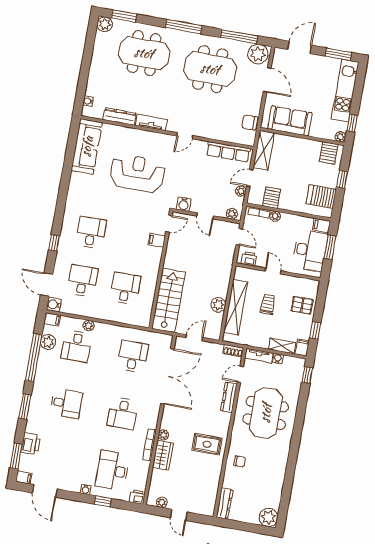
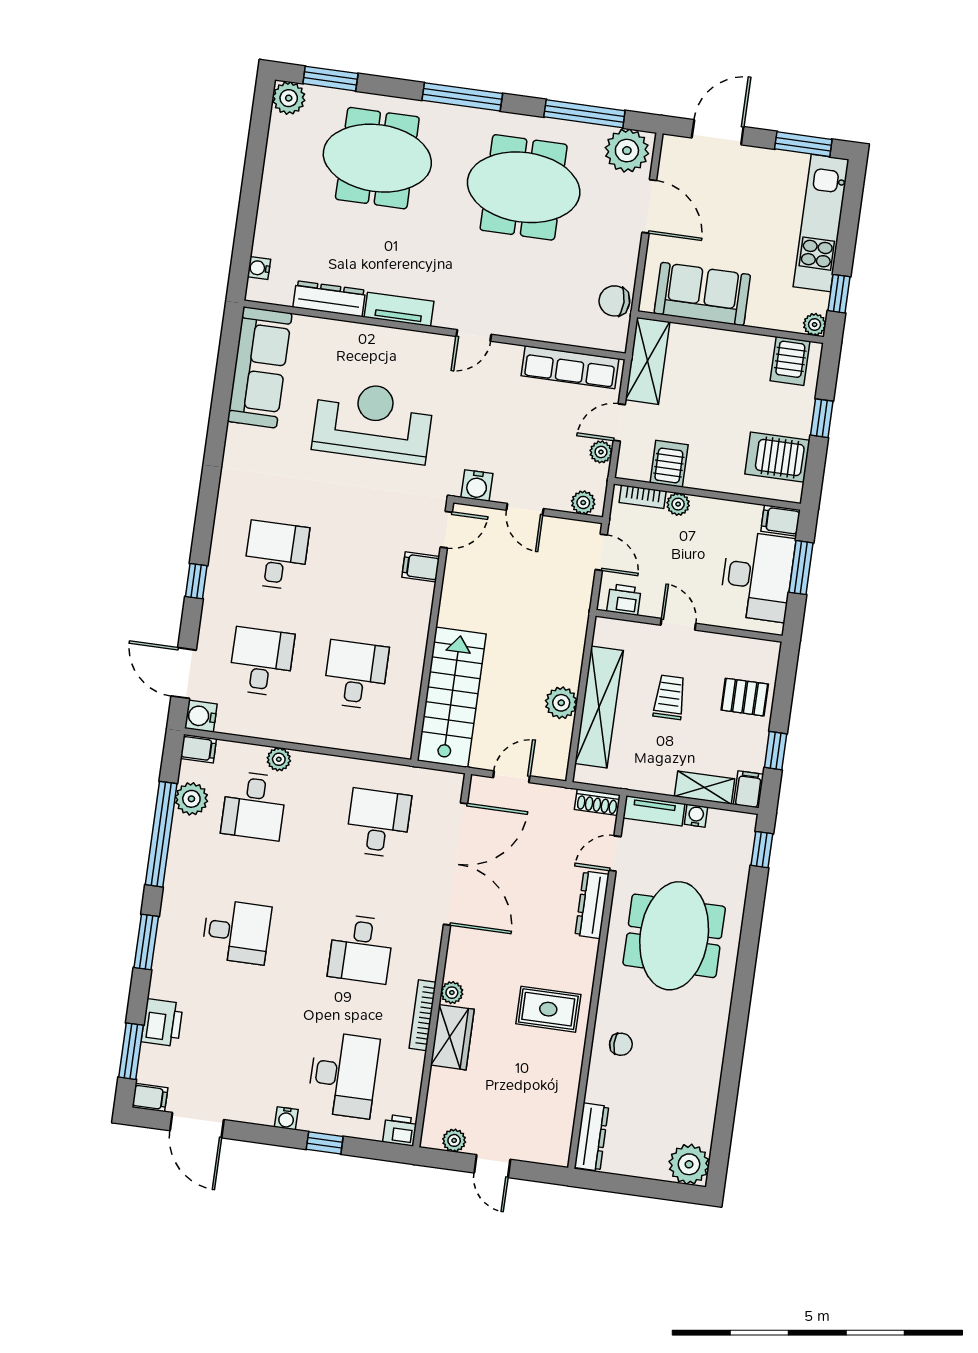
desk: (112, 471) -> (343, 1075), turned 180

